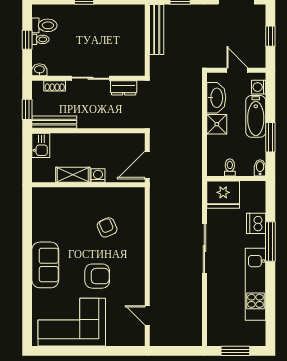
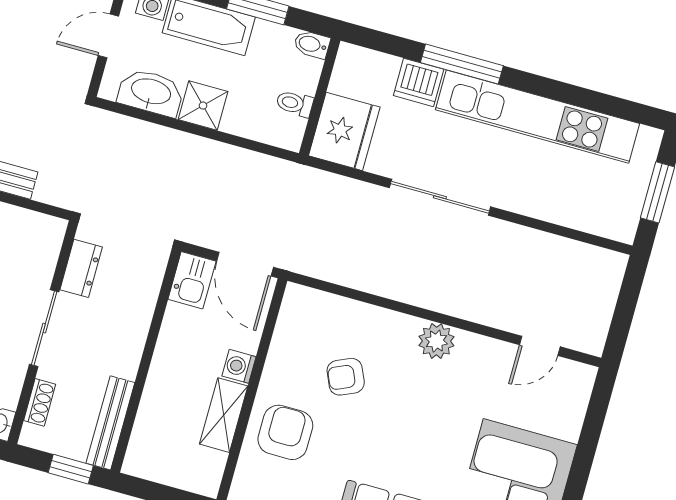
kitchen sink: (41, 145) -> (192, 280), moved, turned 90
plant: (136, 266) -> (436, 341), added
armchair: (97, 276) -> (285, 432), moved
kitchen unit: (255, 284) -> (538, 117), width x1.36

